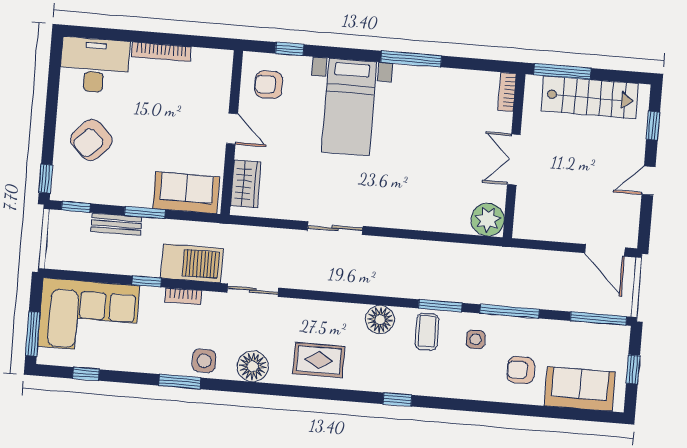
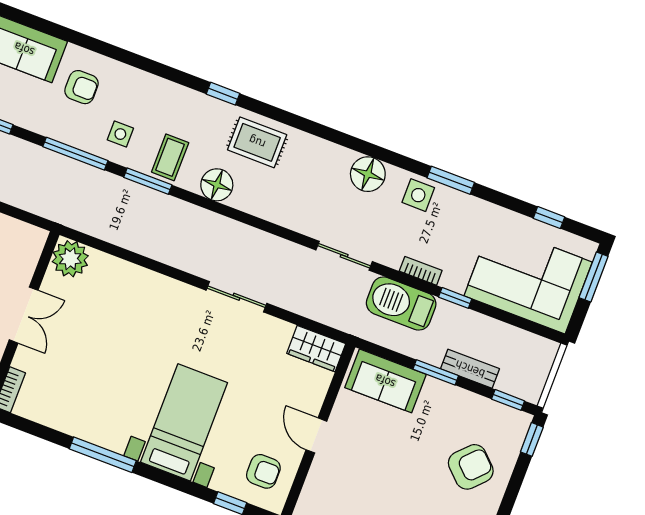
wardrobe: (246, 184) -> (316, 349), moved, turned -90
rug: (319, 360) -> (257, 142), moved

